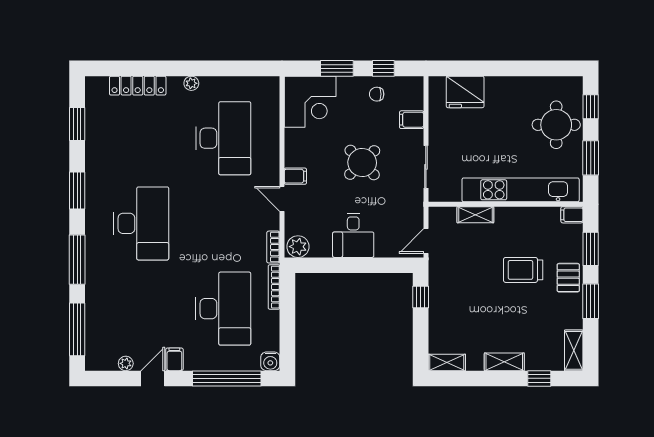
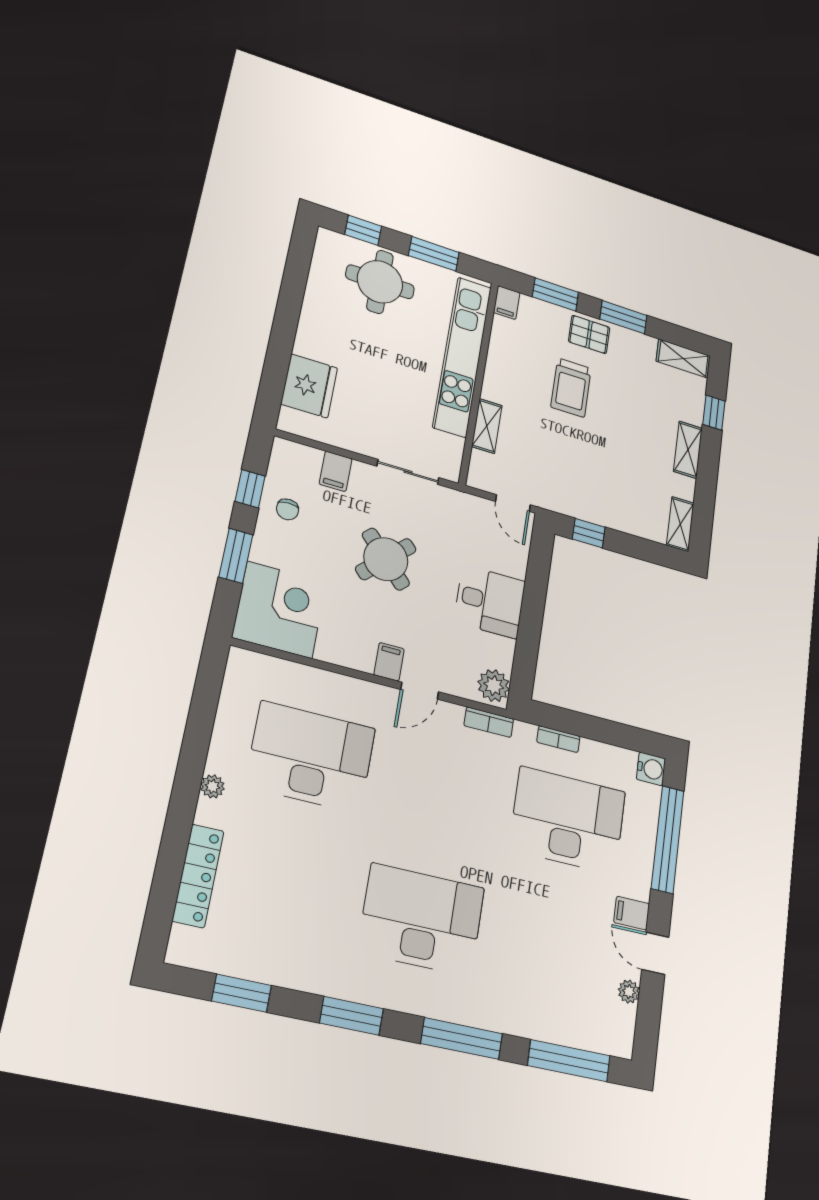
bookcase: (274, 287) -> (558, 739), width x0.64

